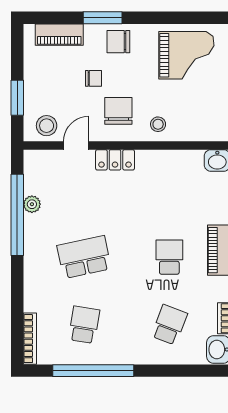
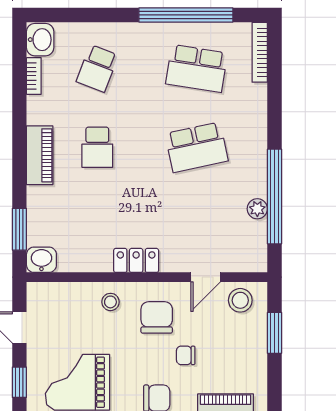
chair: (118, 111) -> (157, 317), turned 180
locker: (115, 160) -> (136, 260), moved
school desk: (84, 325) -> (197, 68), width x1.85

